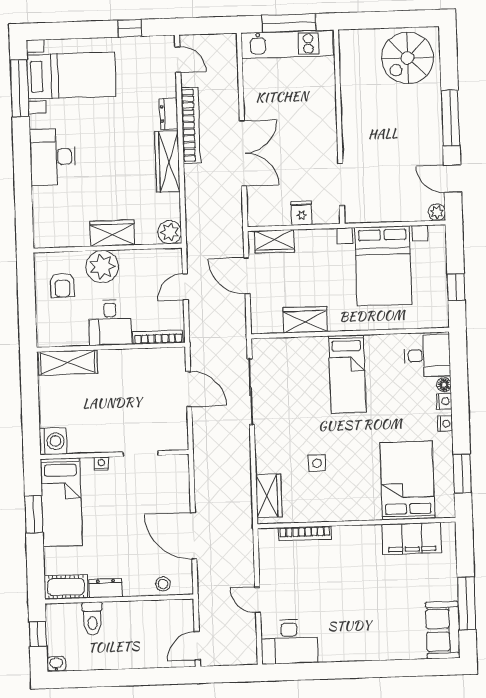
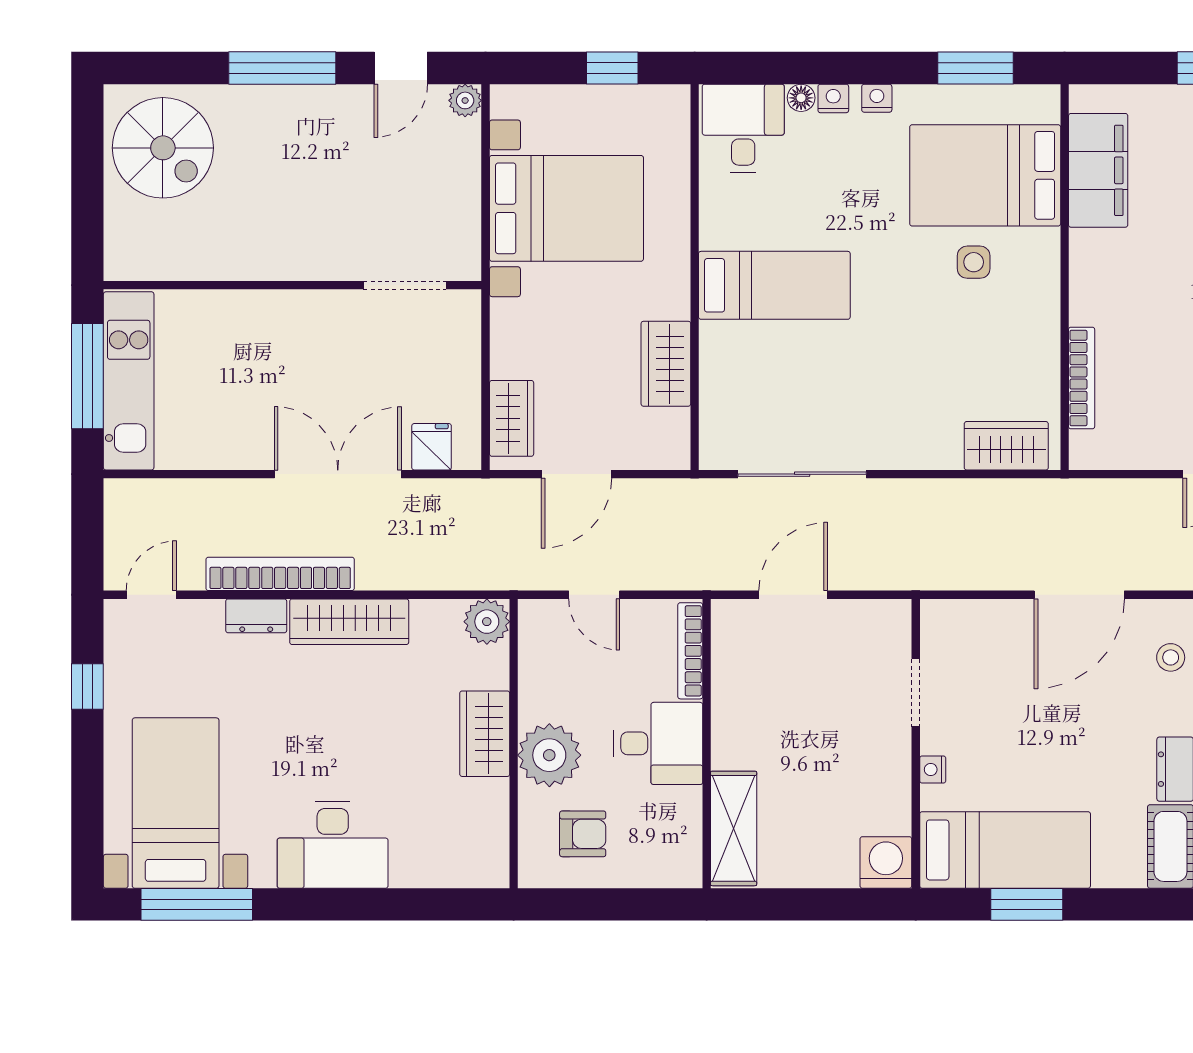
fridge: (301, 213) -> (432, 447), moved, turned 90
side table: (317, 463) -> (974, 262), moved

